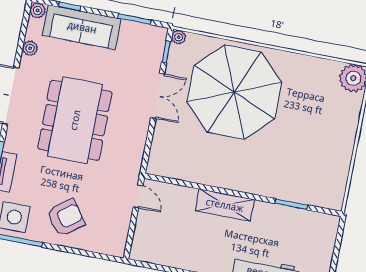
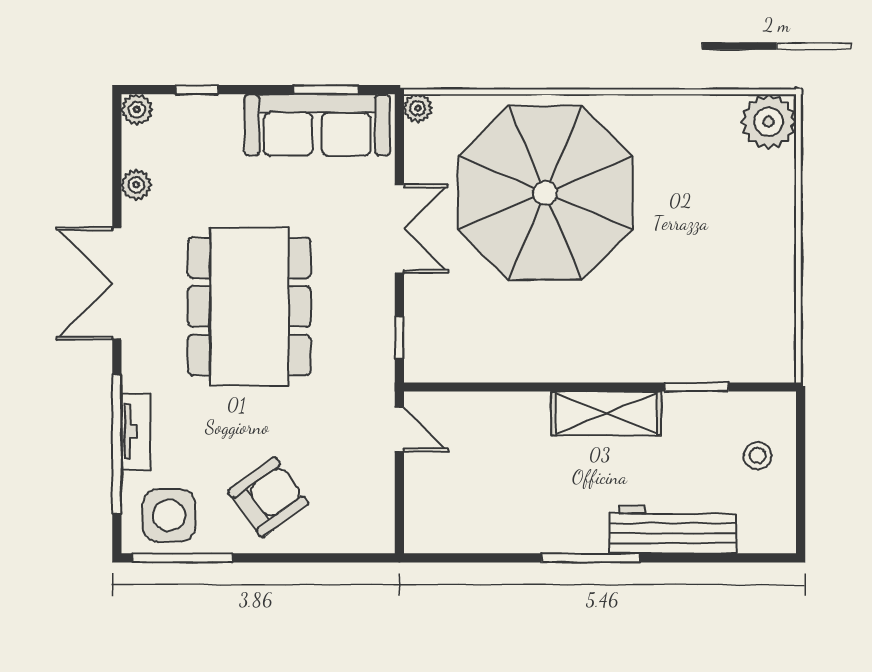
sofa: (82, 27) -> (317, 125), moved
window: (166, 52) -> (399, 337), moved
shelving: (225, 205) -> (606, 413), moved
stool: (315, 245) -> (758, 456), added

